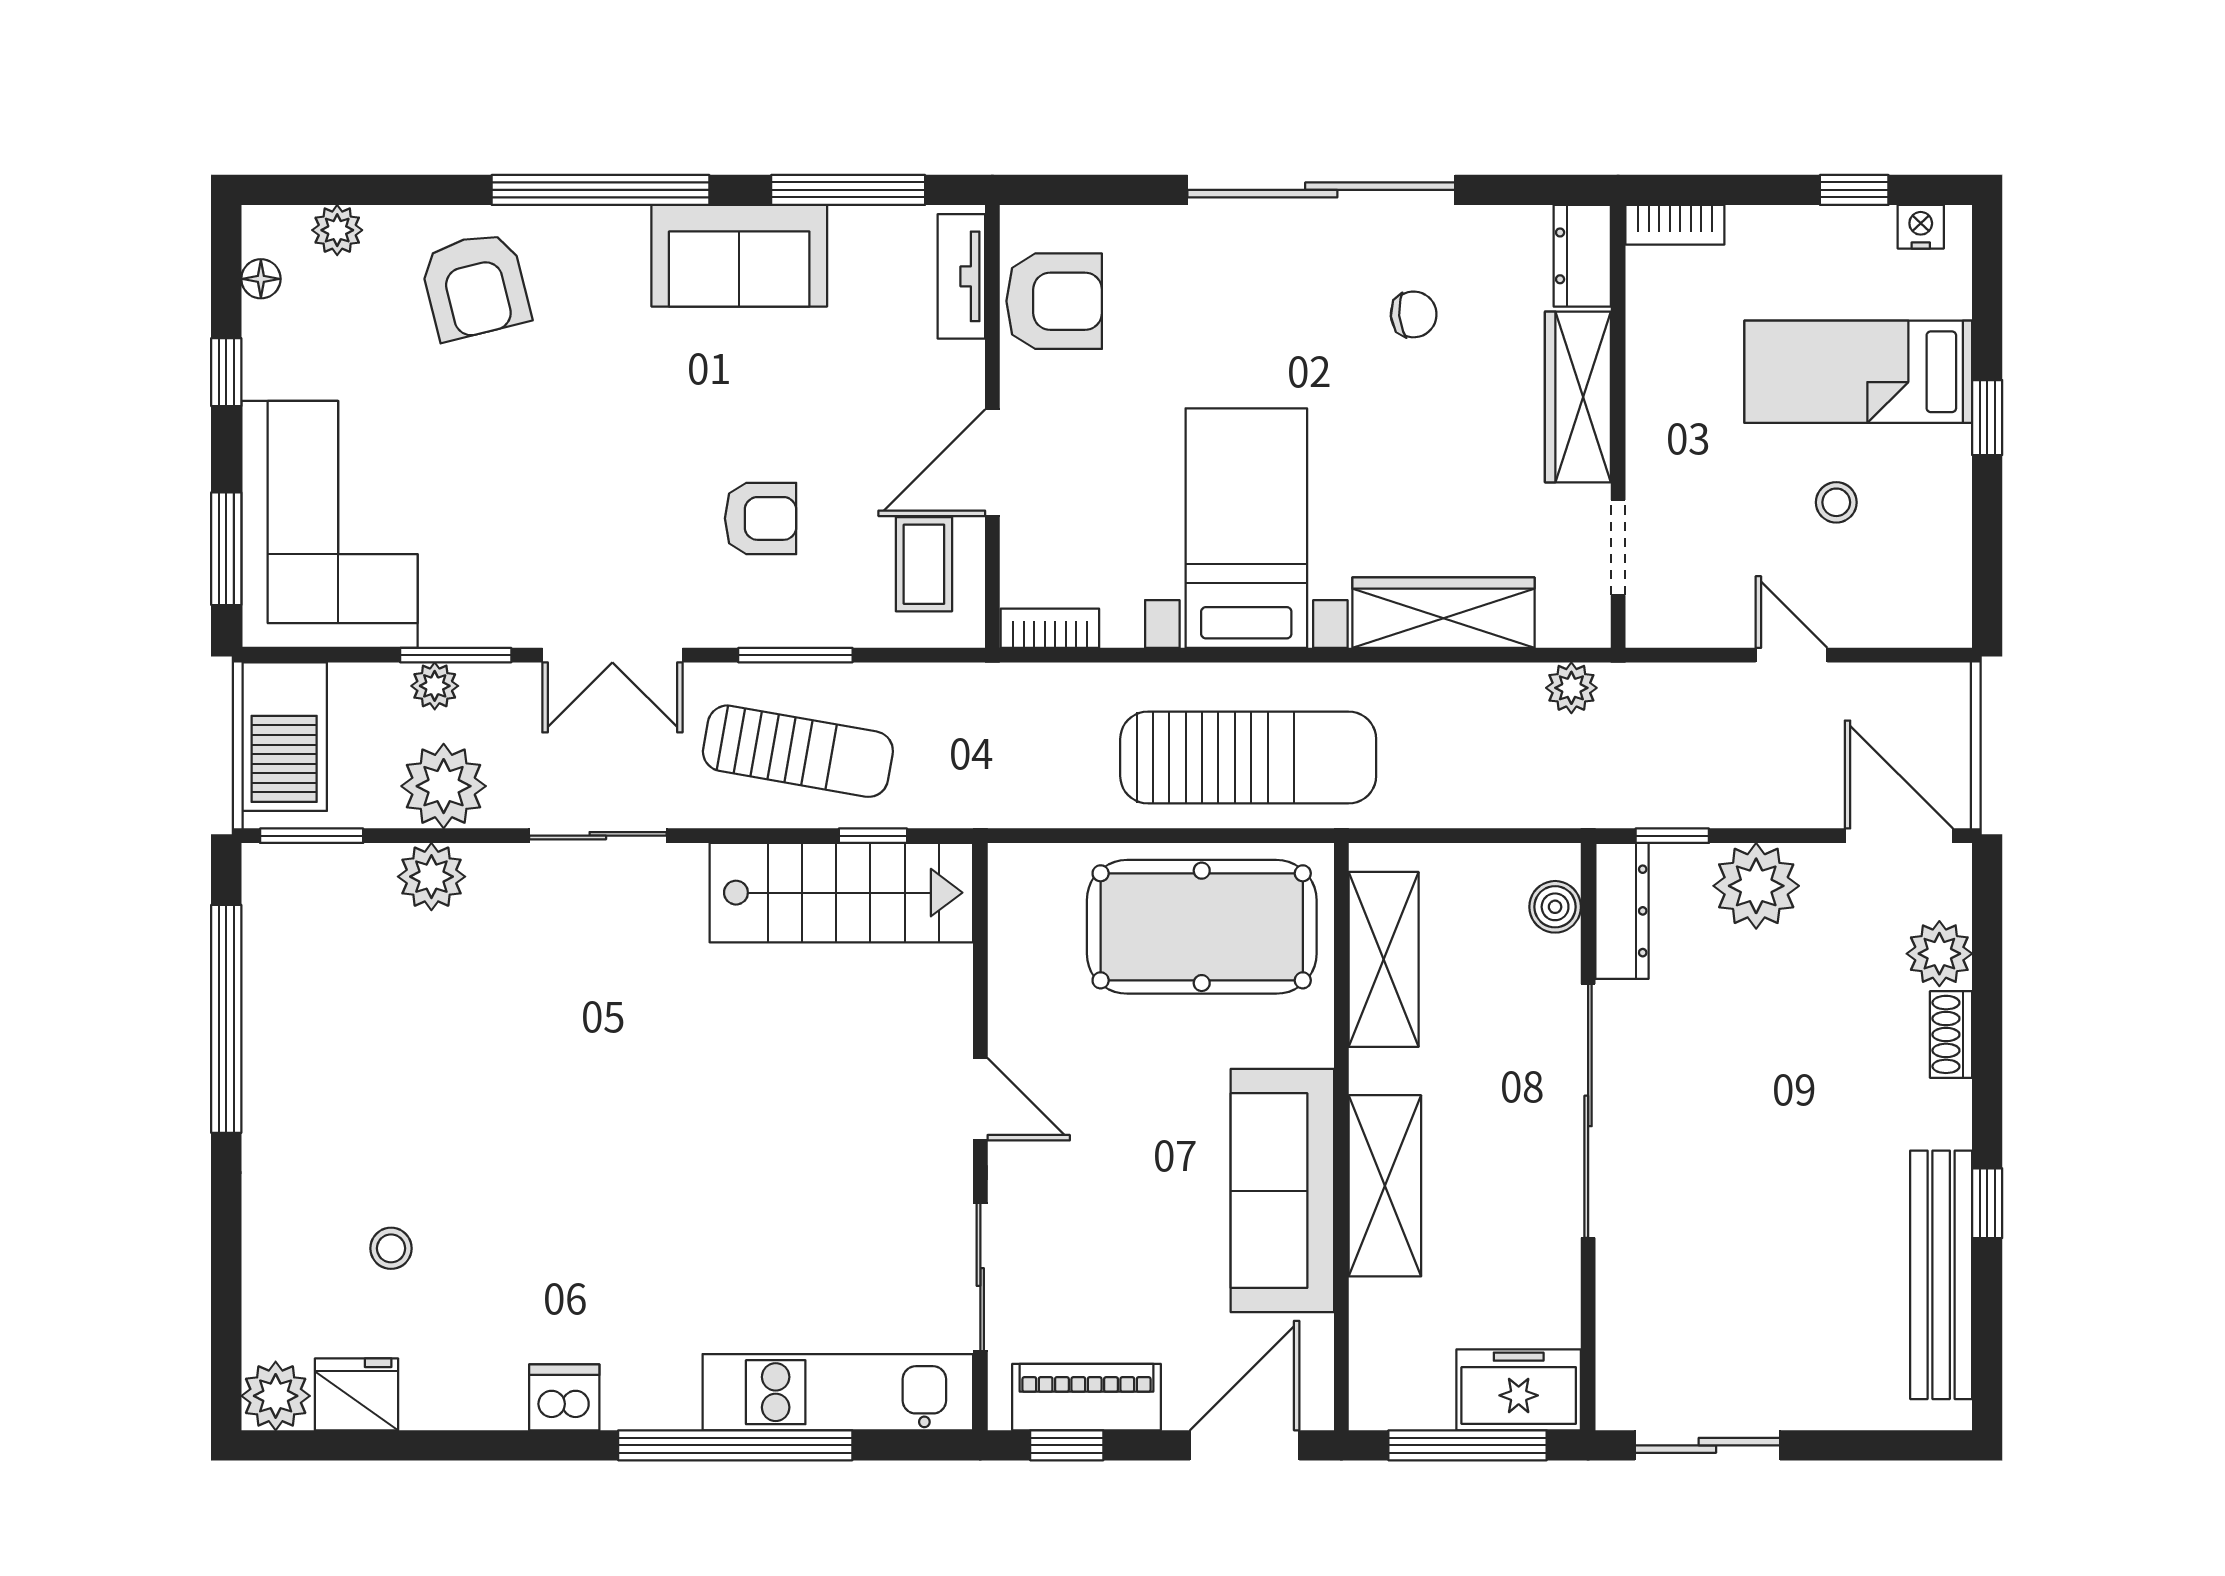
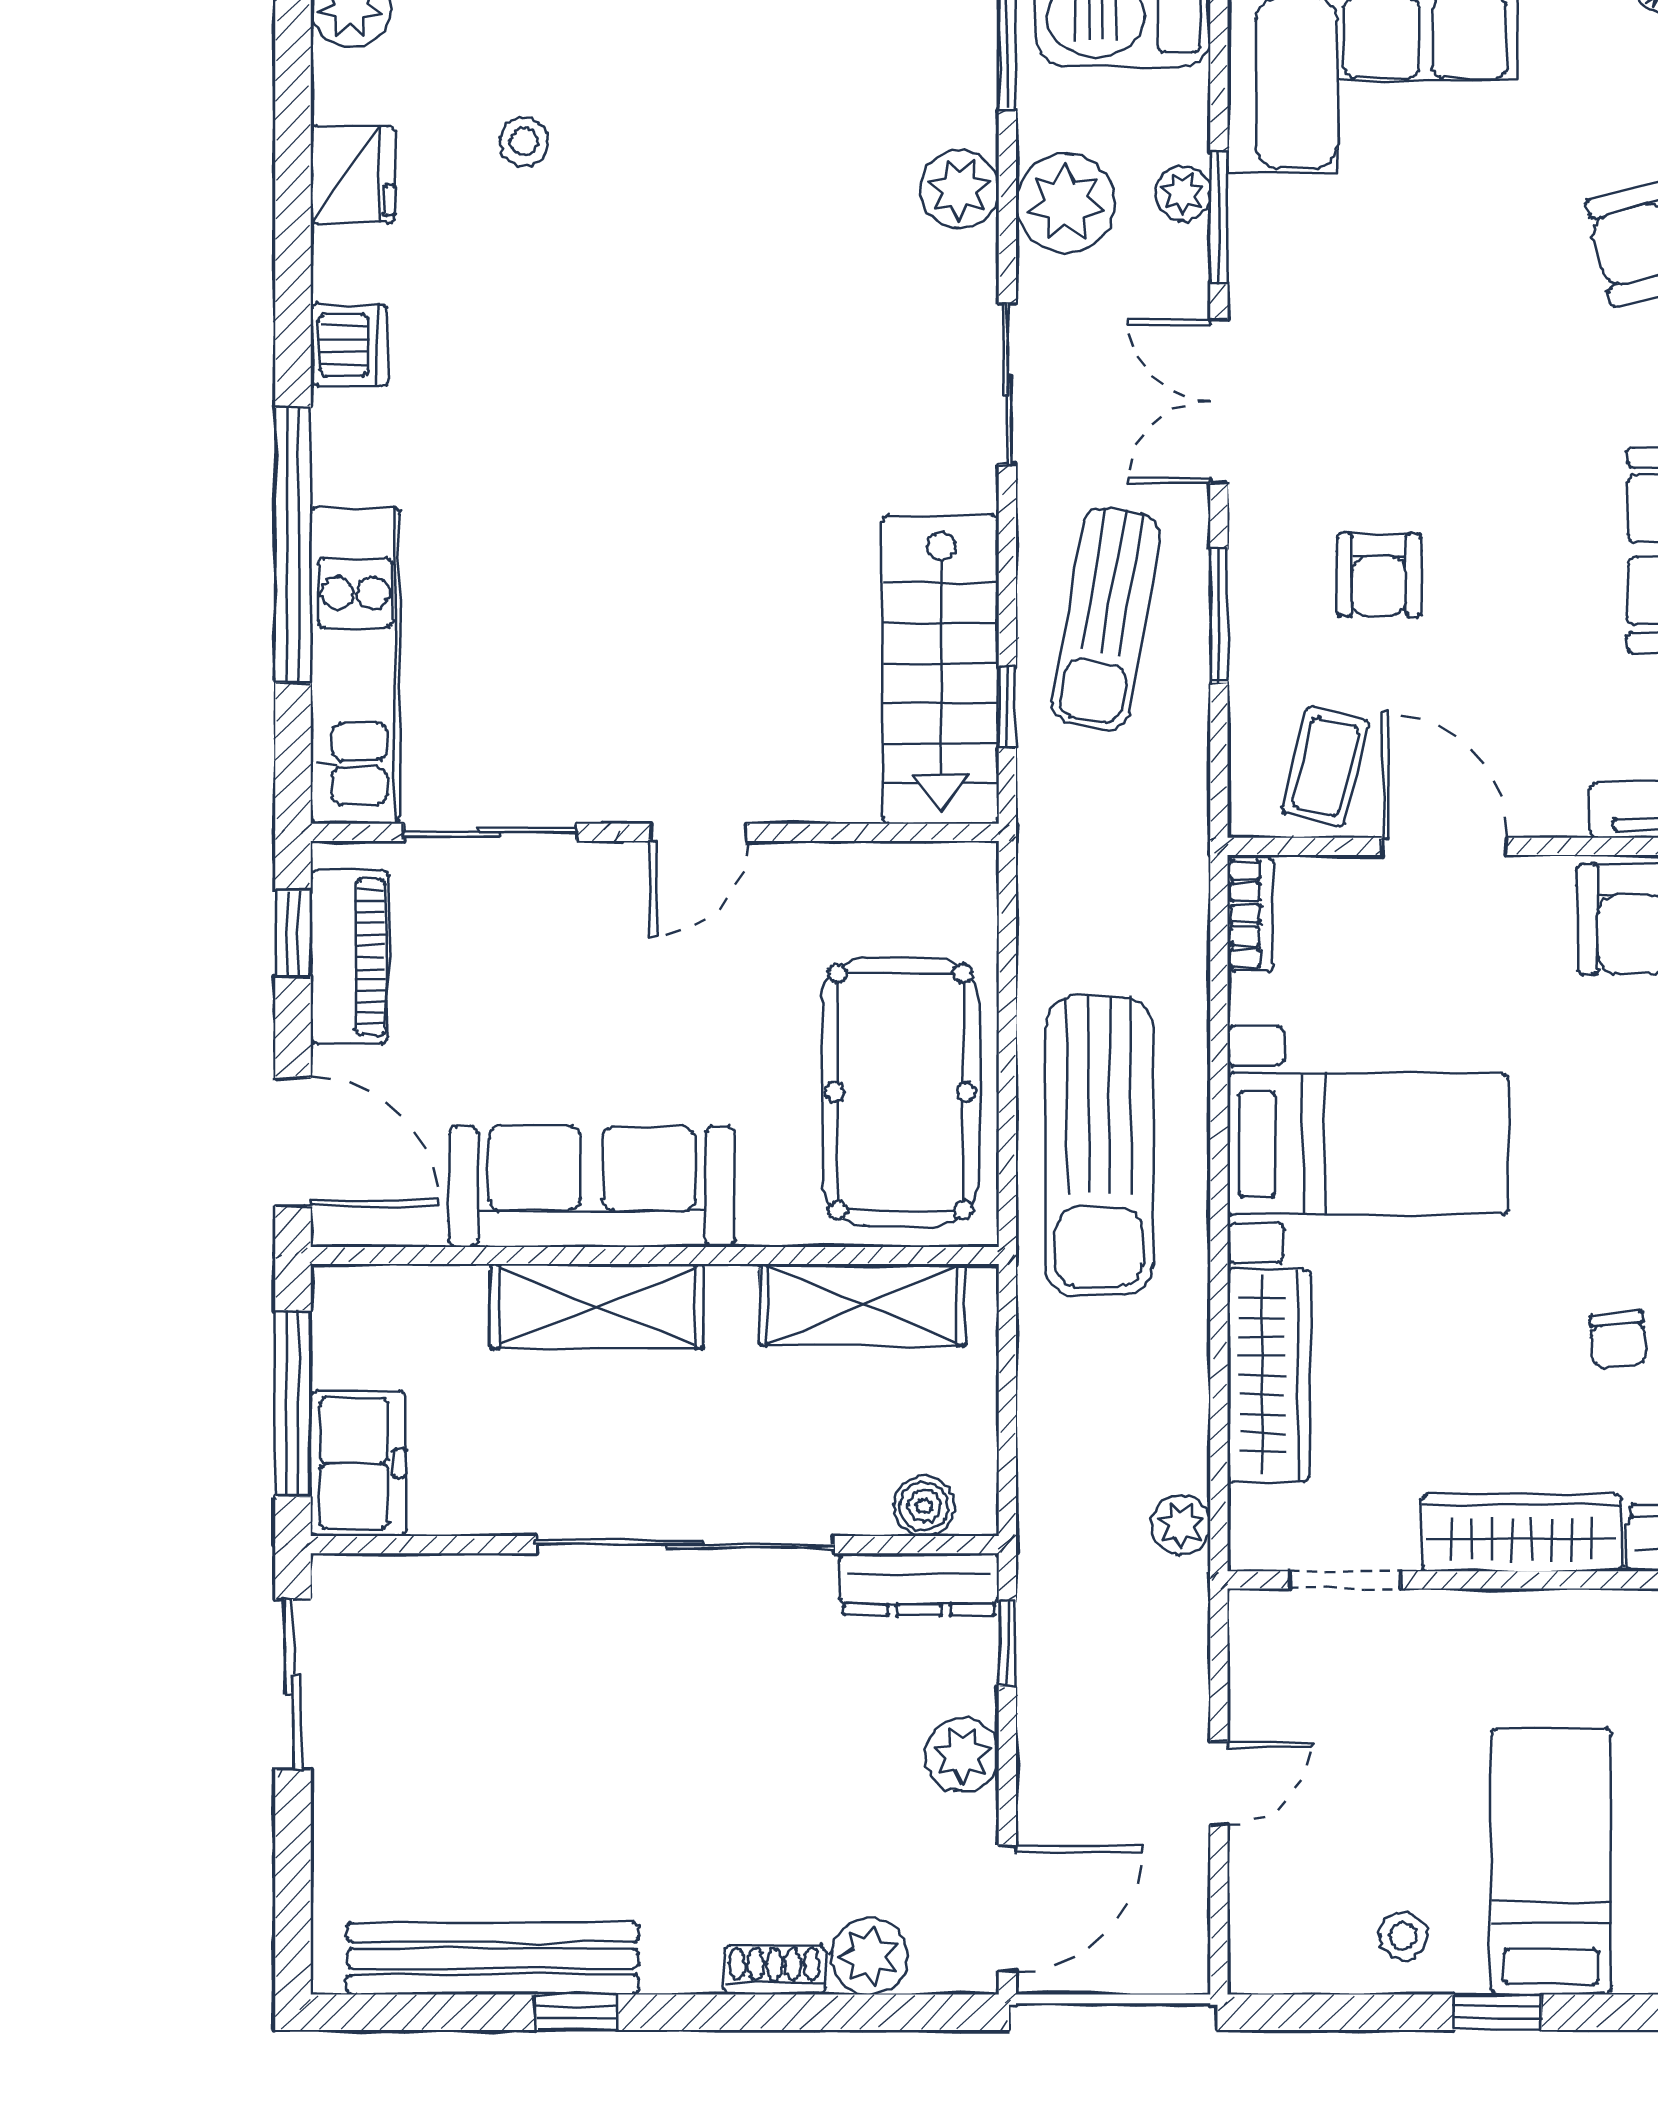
stool: (1836, 502) -> (1403, 1936), moved
coffee table: (924, 564) -> (1325, 766), turned -76
plant: (1756, 886) -> (962, 1755), width x0.73, depth x0.73
fridge: (356, 1394) -> (353, 174), moved

